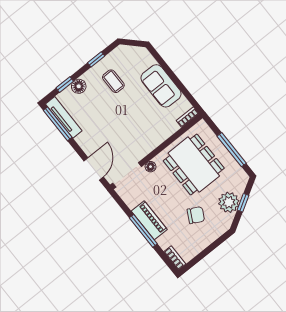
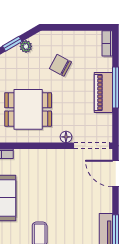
dining table: (194, 164) -> (28, 109), width x0.73
door: (94, 169) -> (116, 173), hinge flipped
plant: (229, 202) -> (26, 46), width x0.53, depth x0.53

